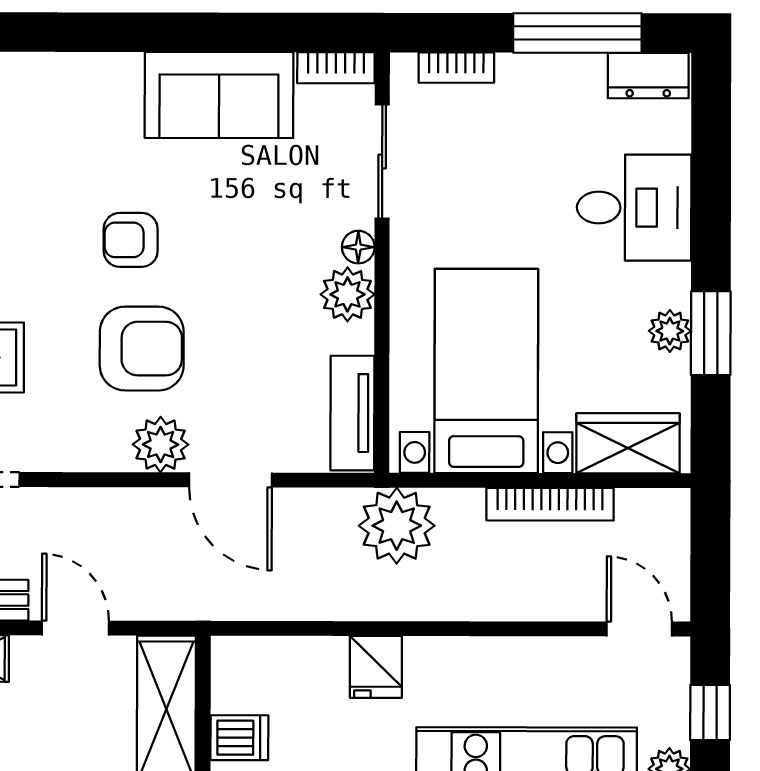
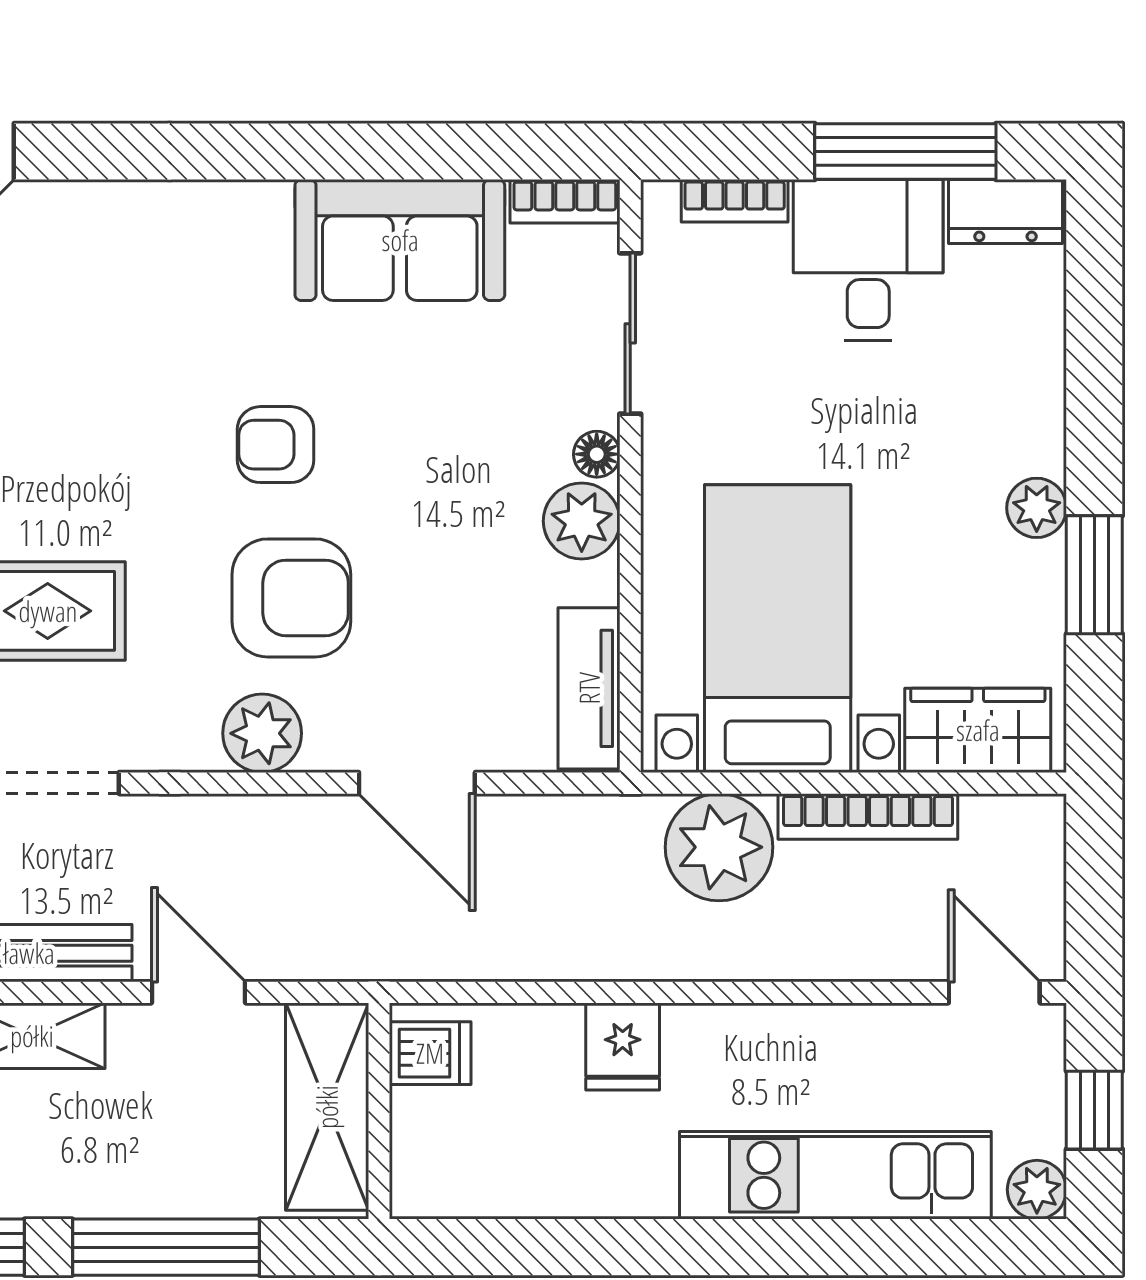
desk: (634, 208) -> (868, 260), moved, turned -90
plant: (670, 331) -> (1037, 508), moved
plant: (161, 445) -> (262, 733), moved
plant: (397, 526) -> (719, 847), moved
dishwasher: (239, 738) -> (430, 1053), moved

